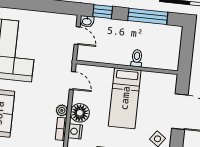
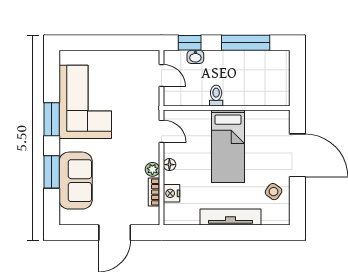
washbasin: (87, 21) -> (195, 57), moved
toilet: (137, 58) -> (216, 96), moved
floor lamp: (80, 113) -> (169, 165), width x0.53, depth x0.53

